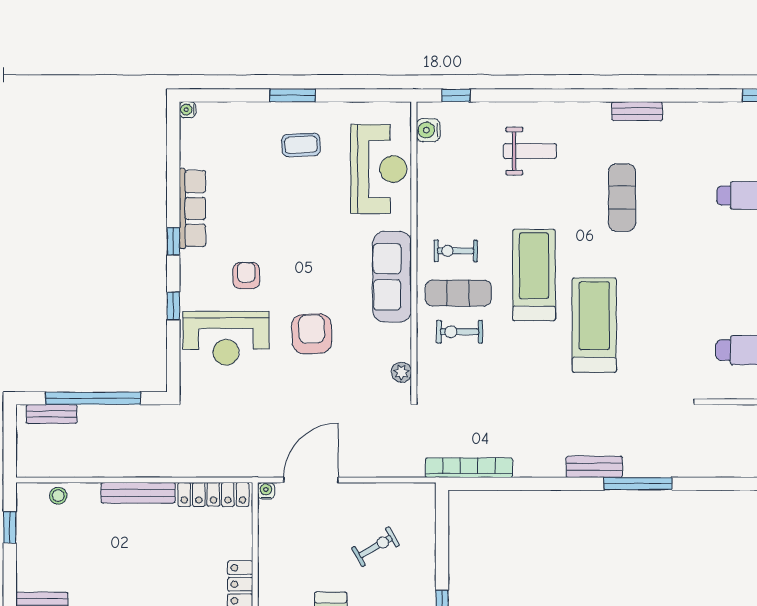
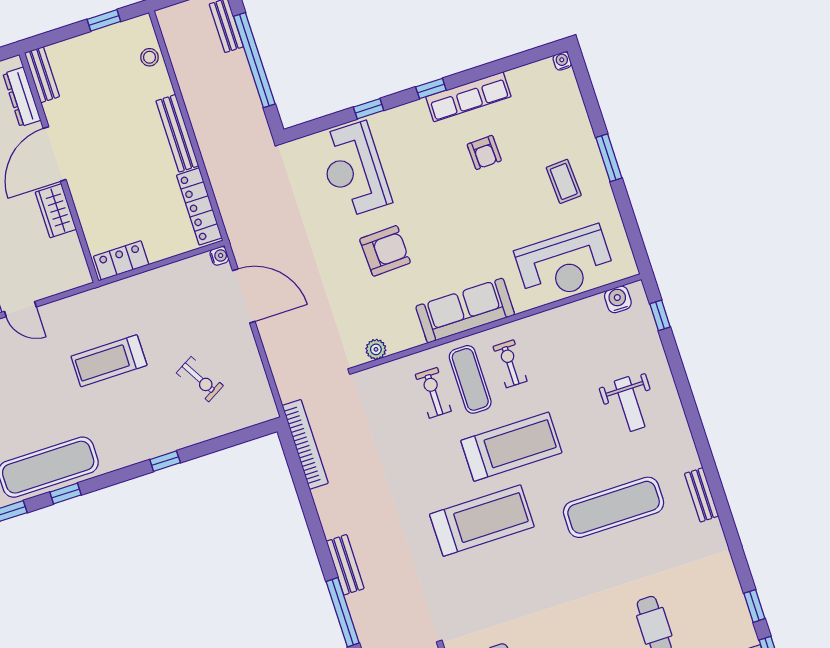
exercise mat: (622, 198) -> (614, 507), width x1.36, depth x1.45
armchair: (246, 276) -> (484, 152), moved, turned 88

